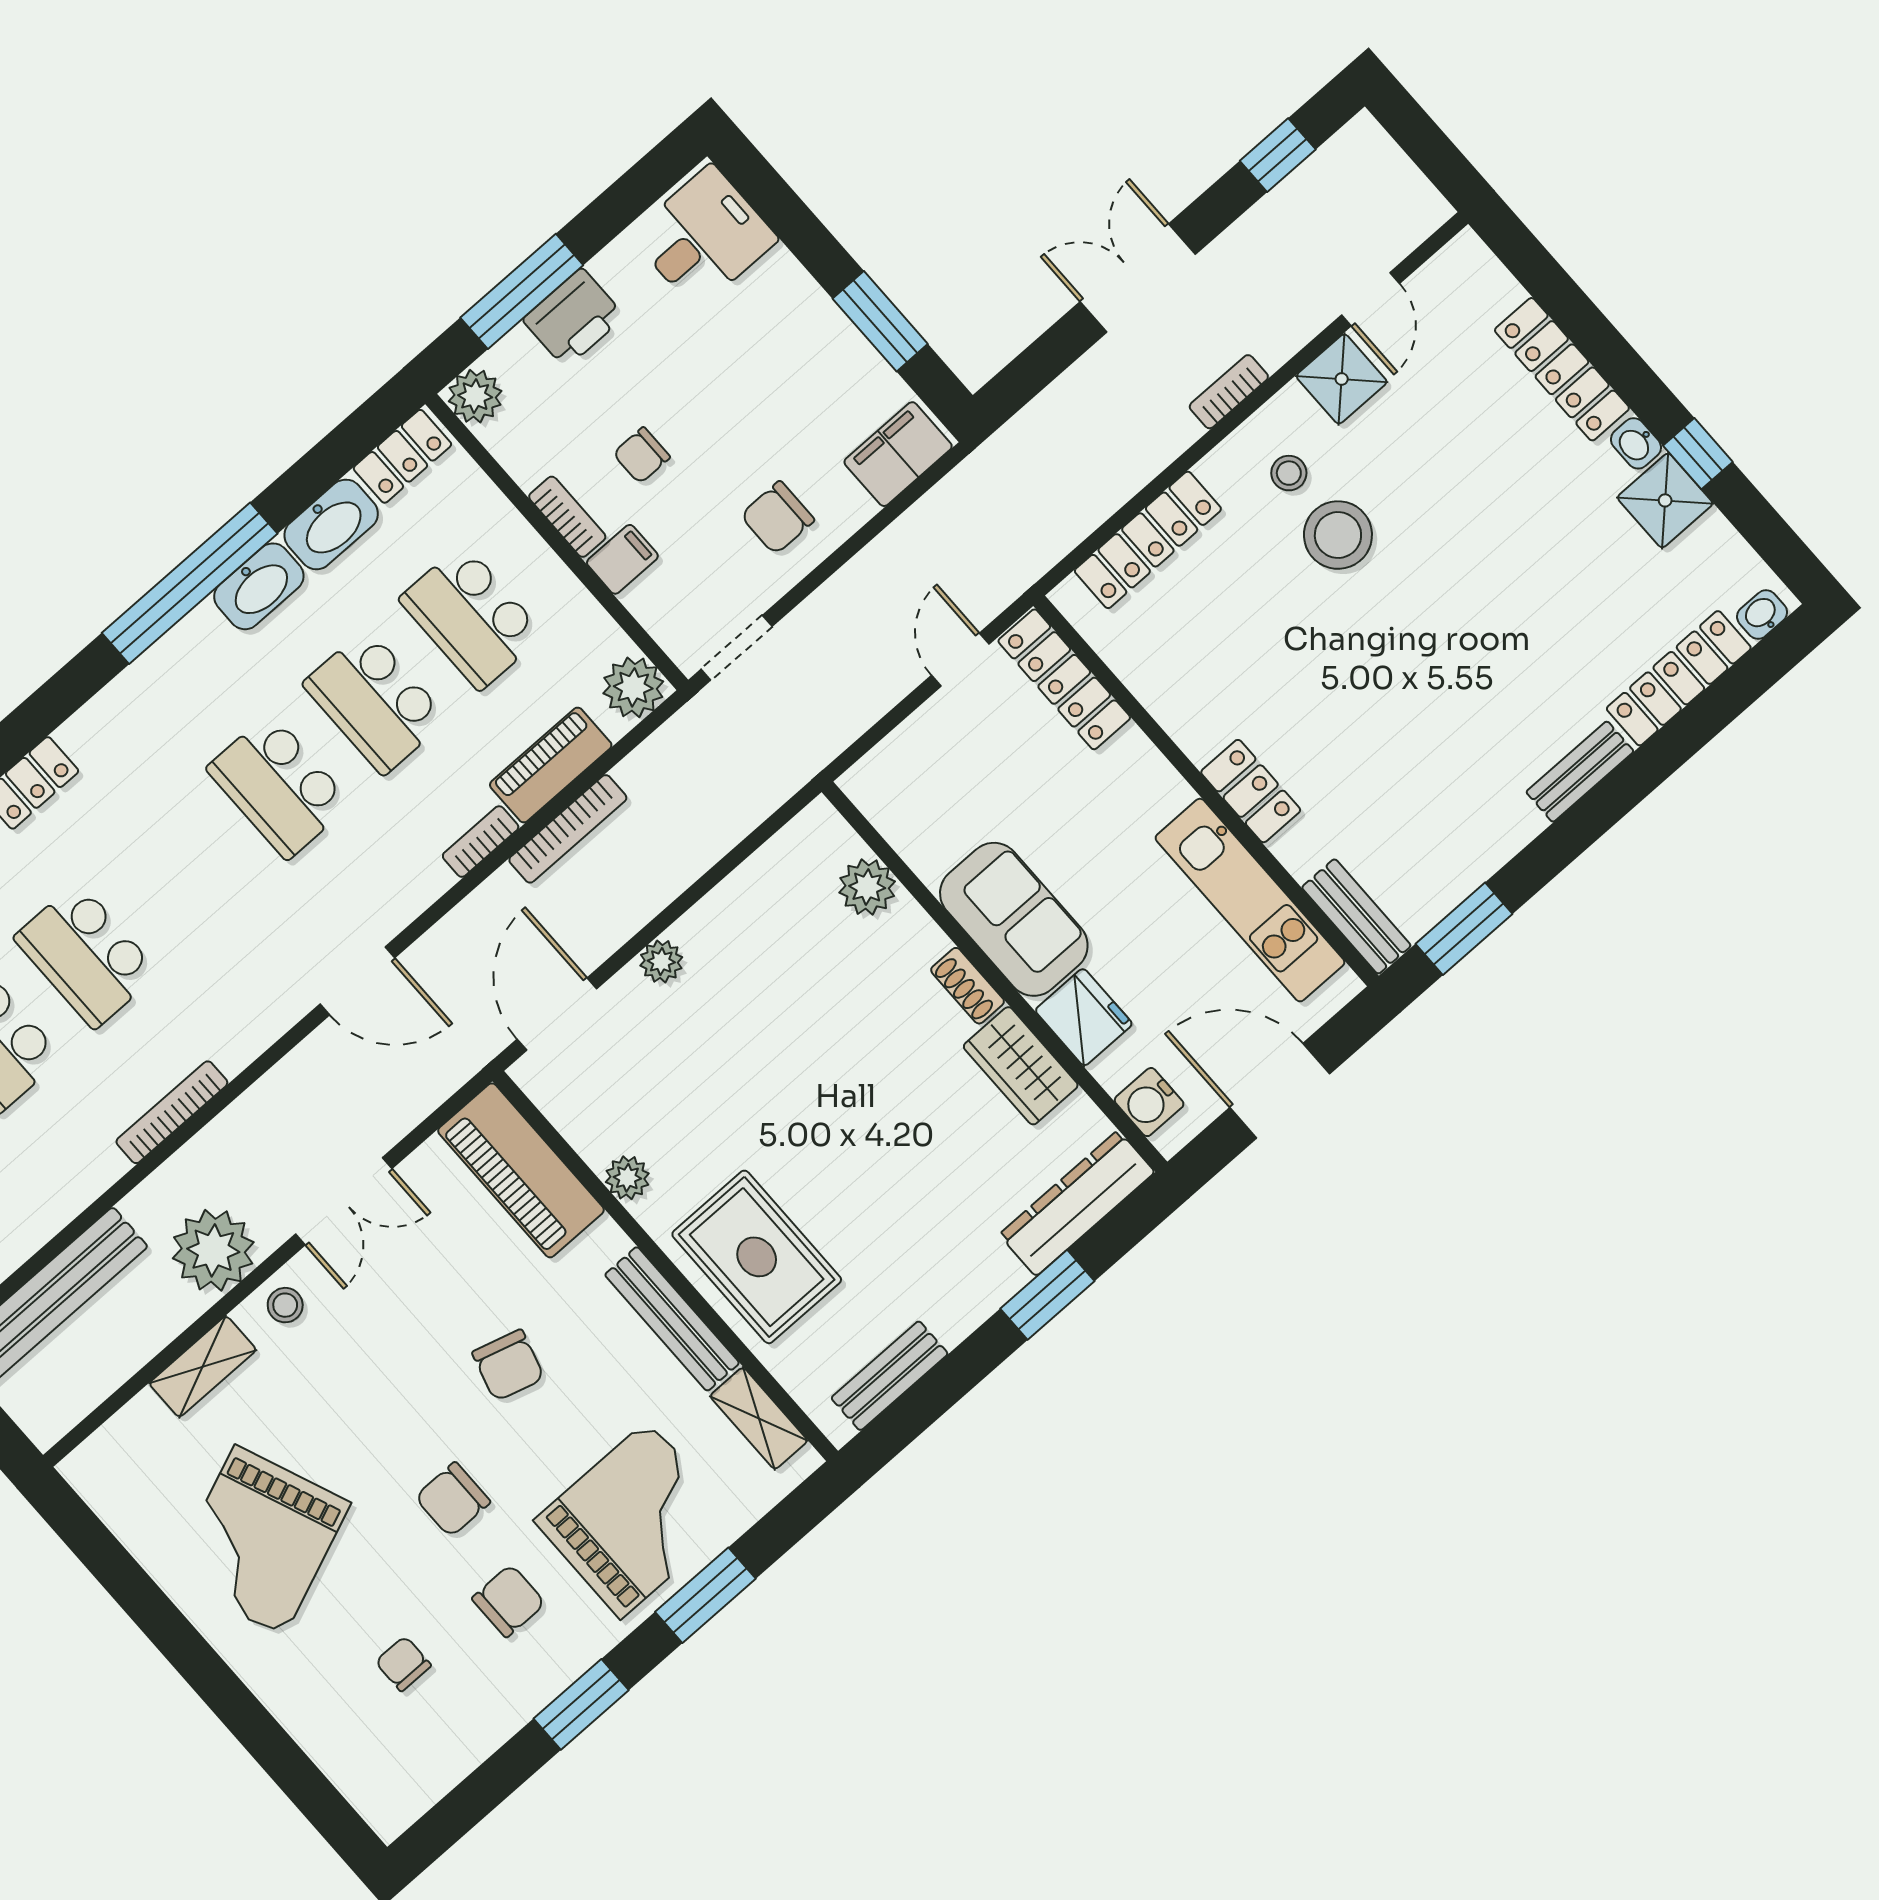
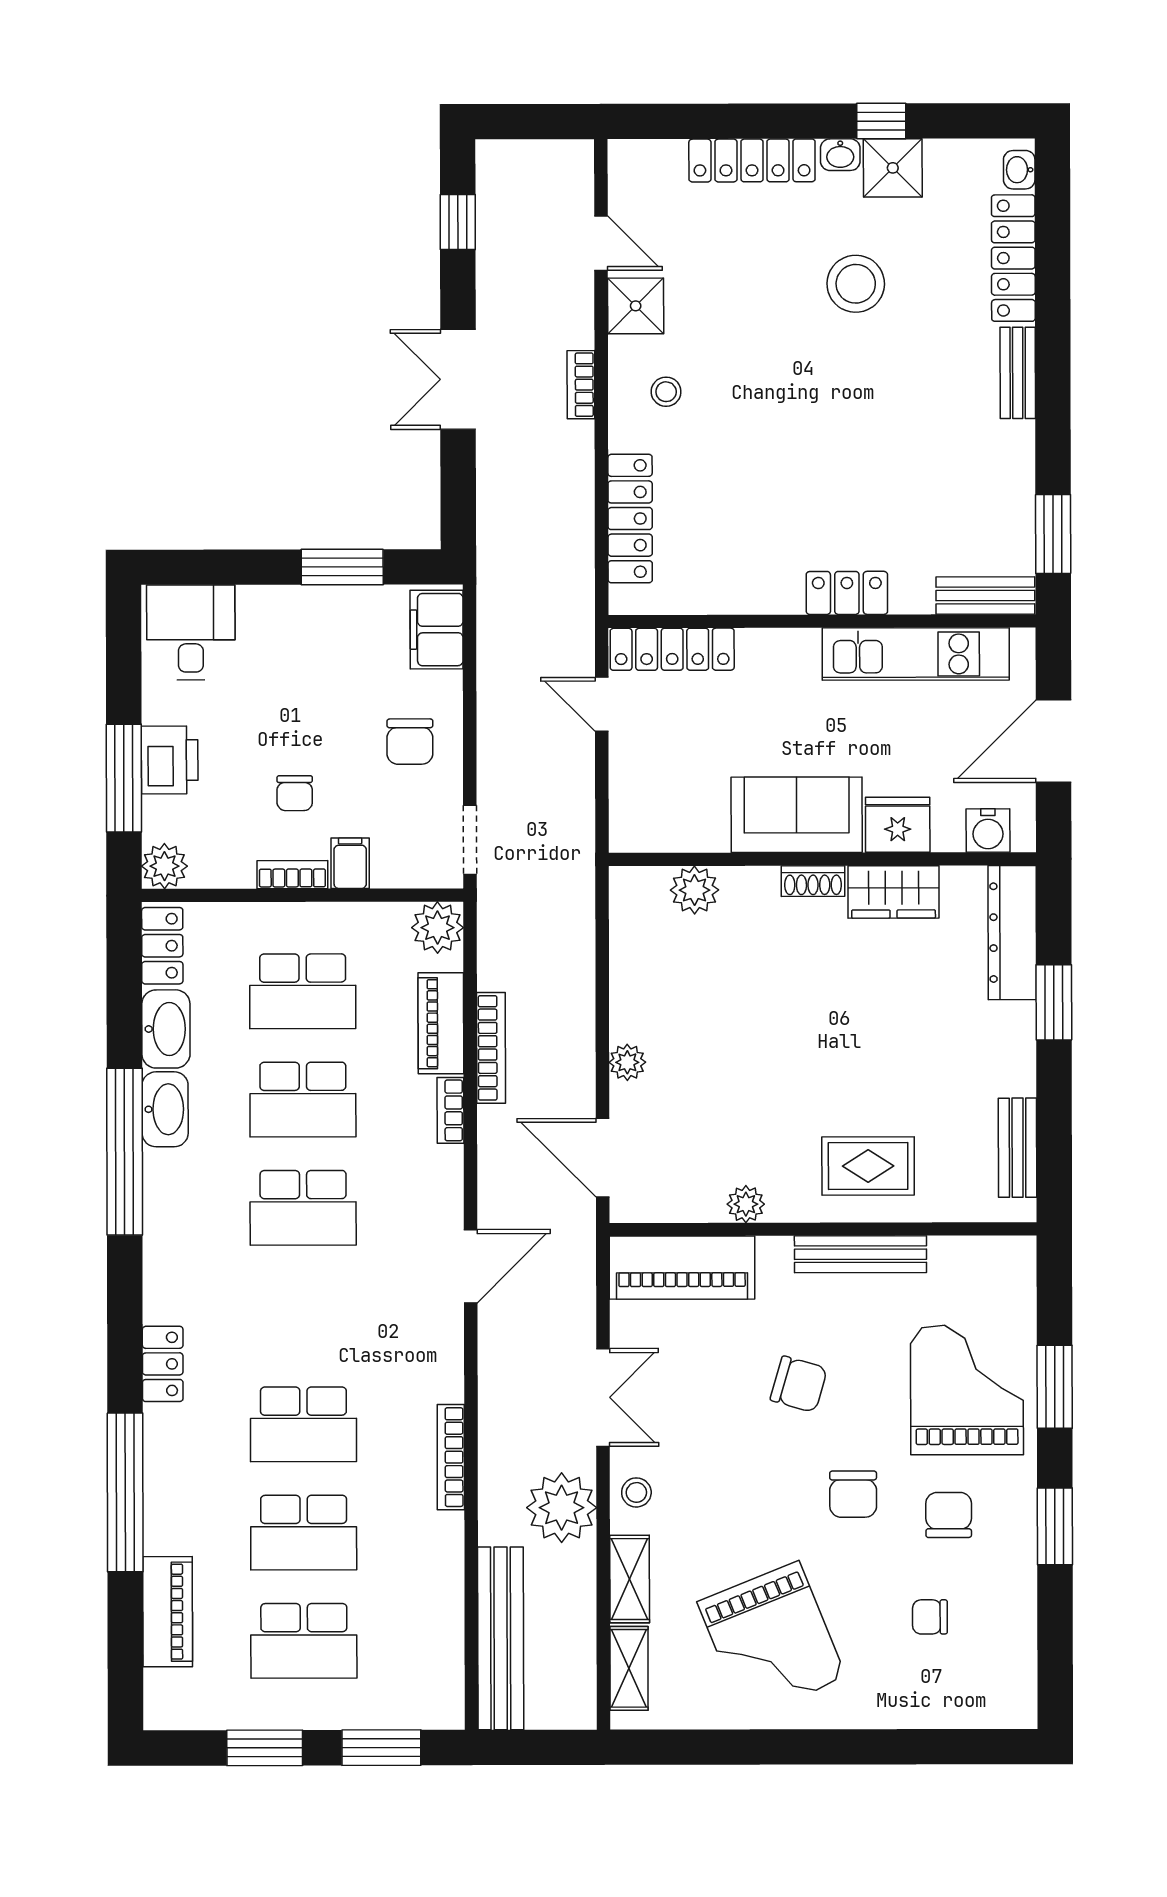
stool: (1338, 535) -> (856, 284), moved
rug: (757, 1257) -> (868, 1166), width x0.73, depth x0.70
shelving: (759, 1418) -> (629, 1668), moved, turned 90

